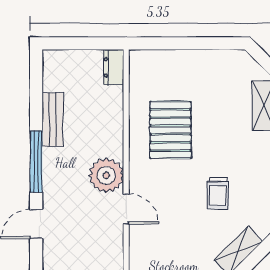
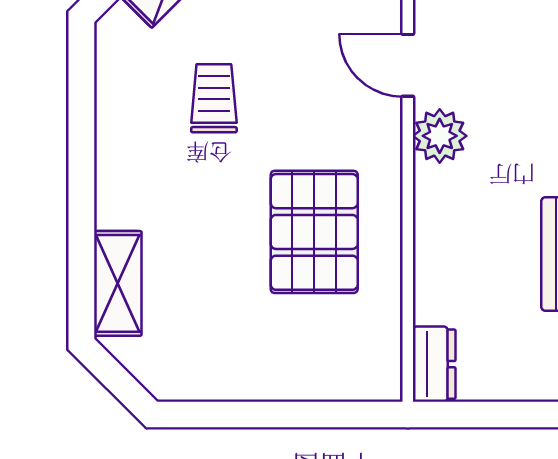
plant: (106, 175) -> (440, 136), width x0.73, depth x0.73

